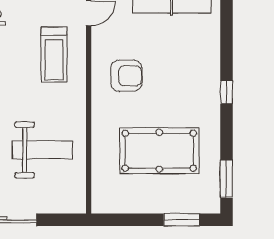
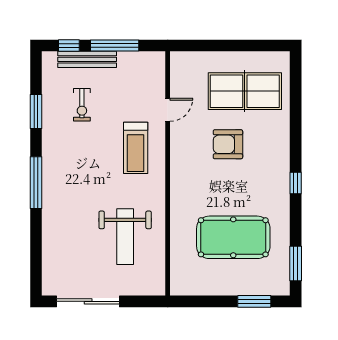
armchair: (126, 76) -> (228, 144), moved, turned 180
weight bench: (43, 150) -> (125, 237), turned 90

